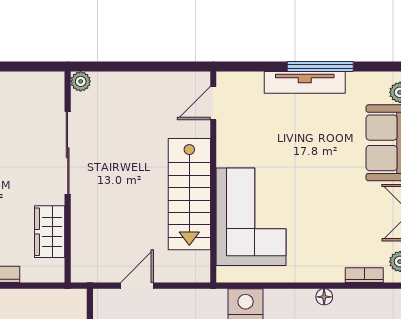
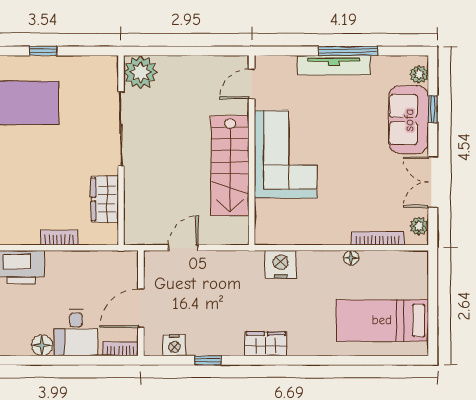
plant: (81, 81) -> (140, 72), width x1.87, depth x1.87
corner sofa: (251, 217) -> (286, 154), moved
bookcase: (364, 275) -> (378, 238), width x1.56

